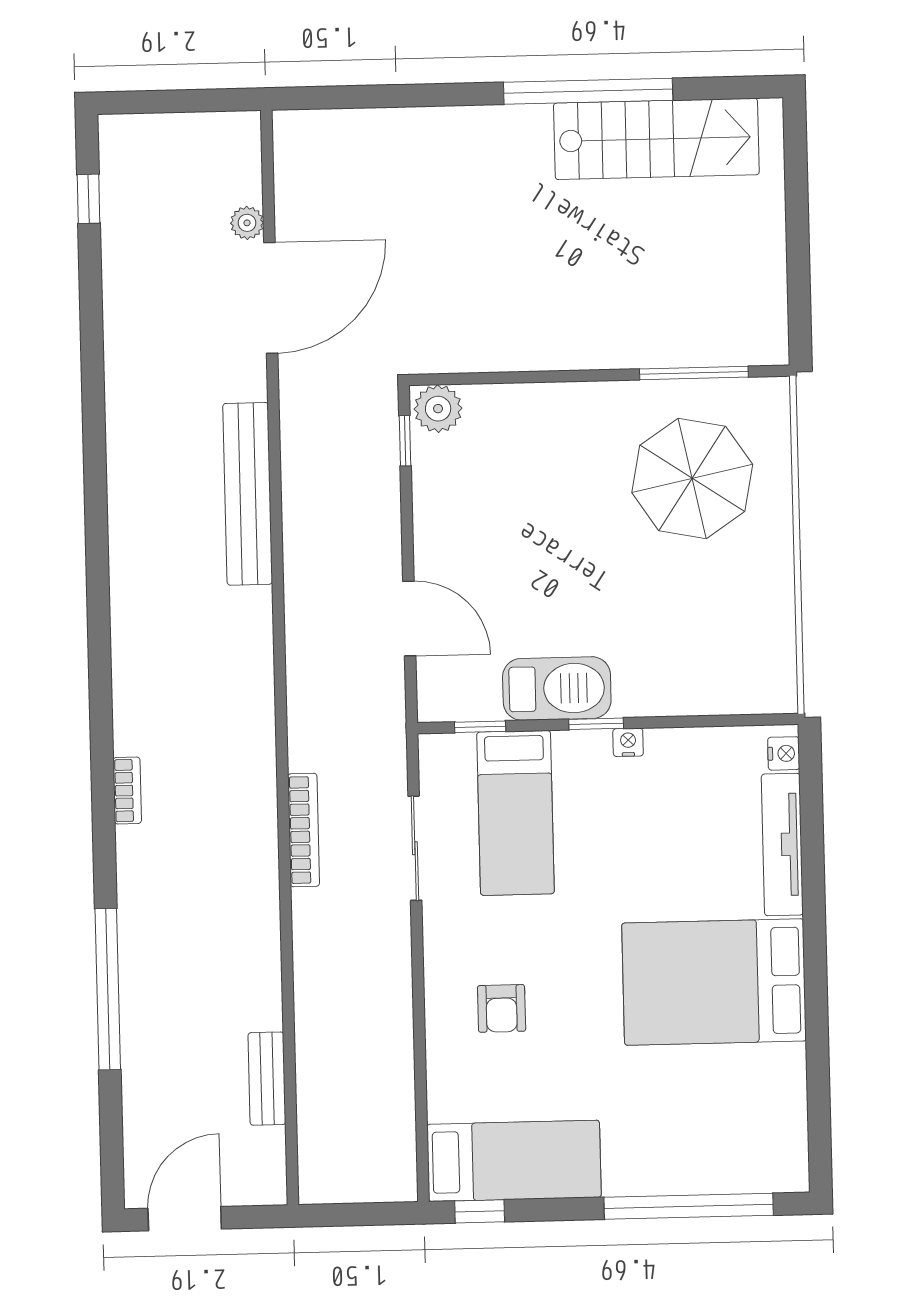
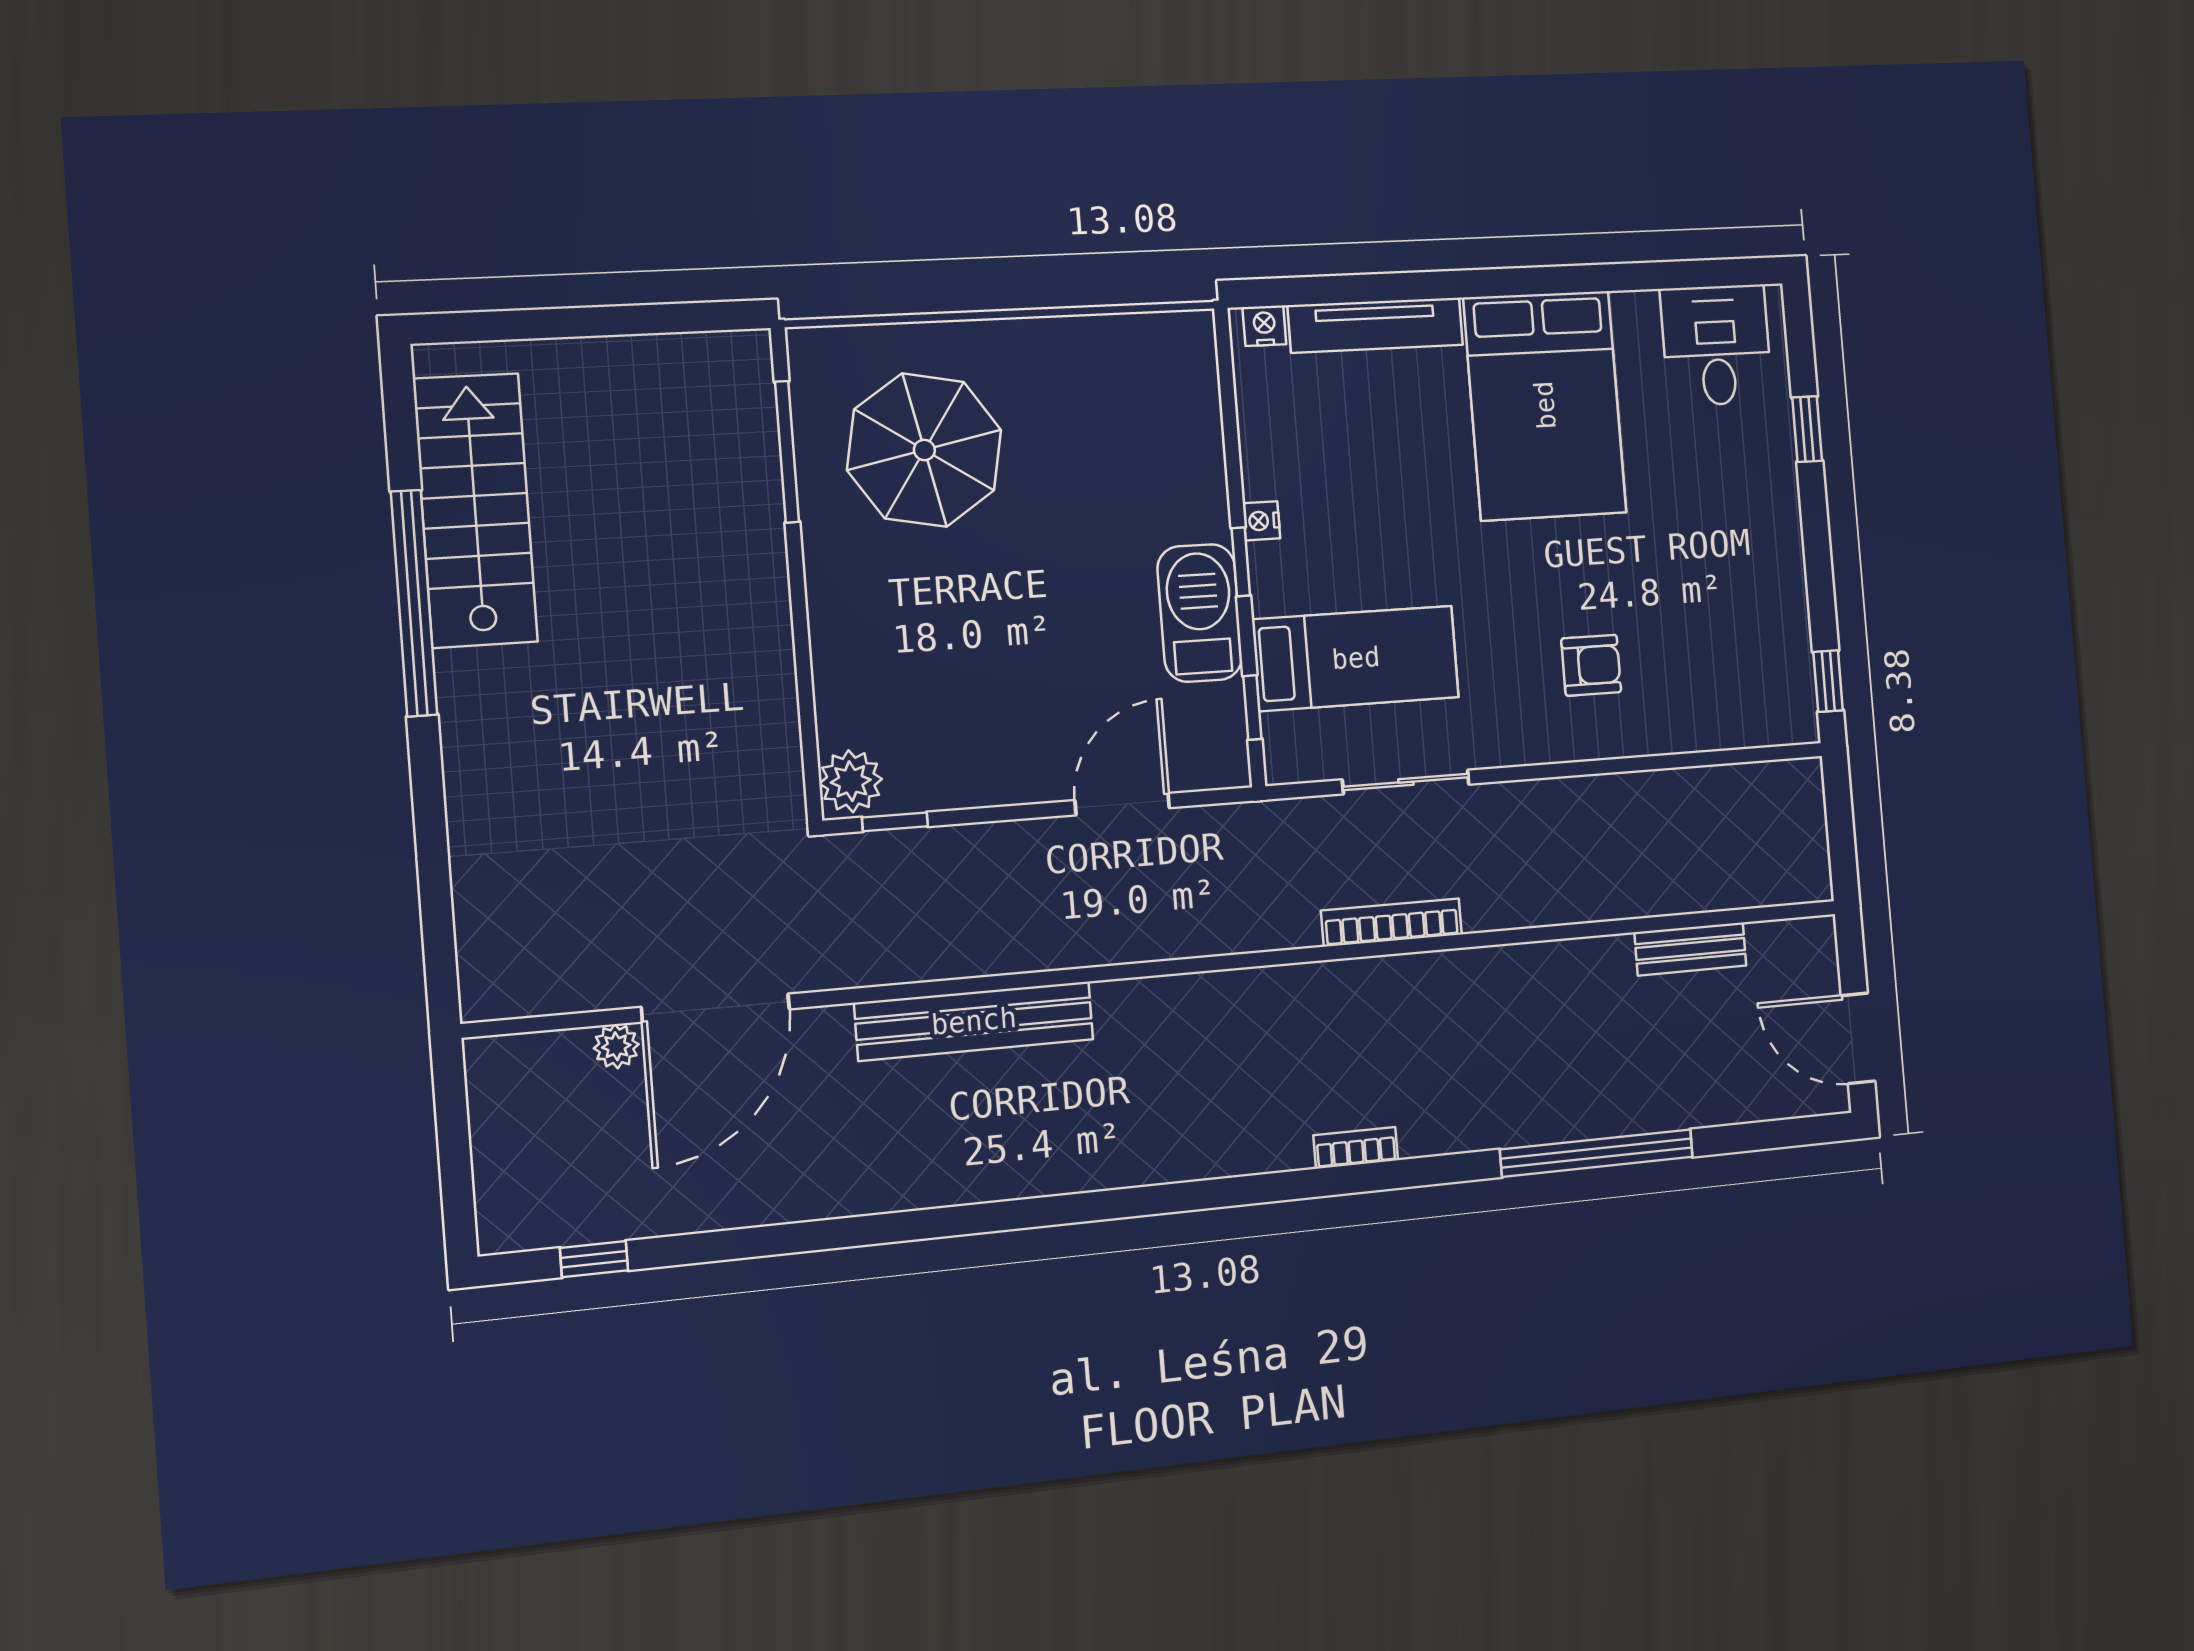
door: (271, 298) -> (716, 1008), swing flipped
desk: (760, 1132) -> (1716, 345), added
bed: (514, 1161) -> (1768, 642), removed
window: (689, 1206) -> (1807, 429), width x0.32

